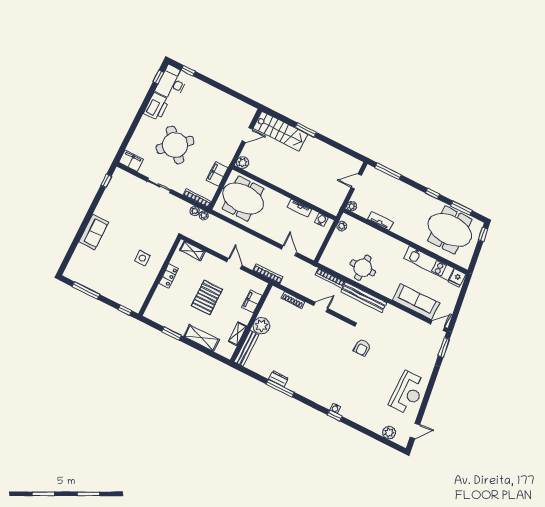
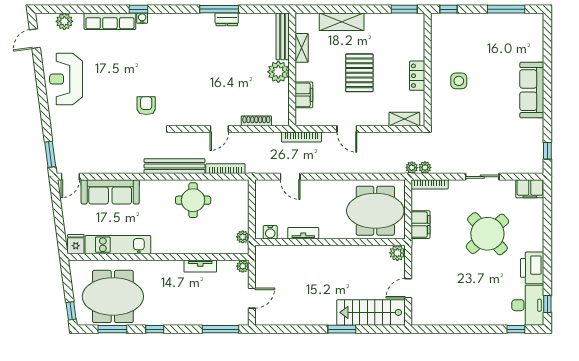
sofa: (94, 232) -> (532, 90), width x1.36
window: (171, 334) -> (404, 9), moved
row of seats: (358, 417) -> (110, 21), added

